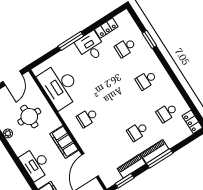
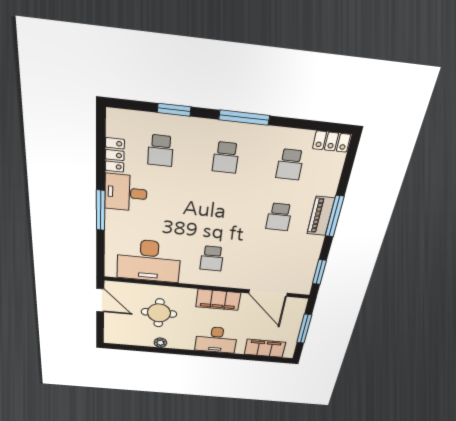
window: (171, 73) -> (244, 118), added
piano: (131, 166) -> (311, 253), removed

